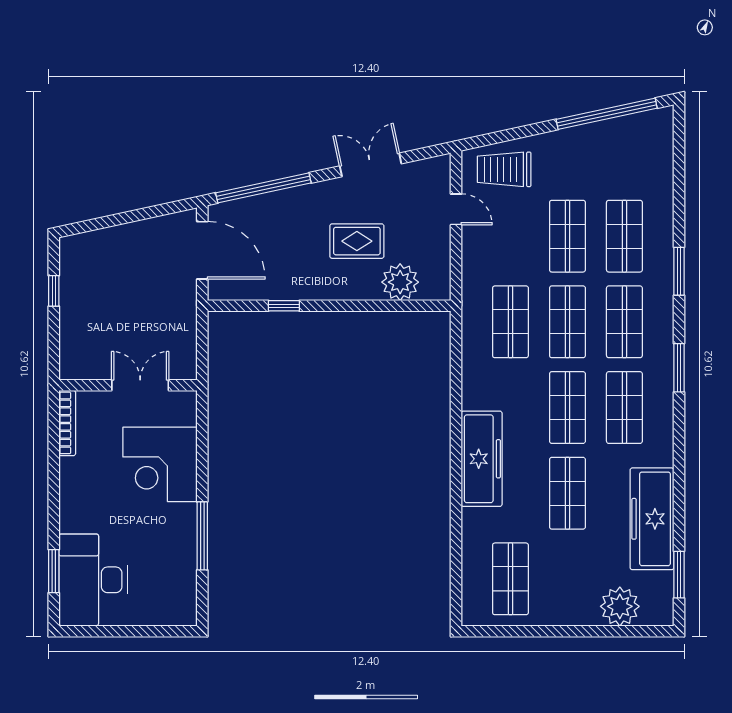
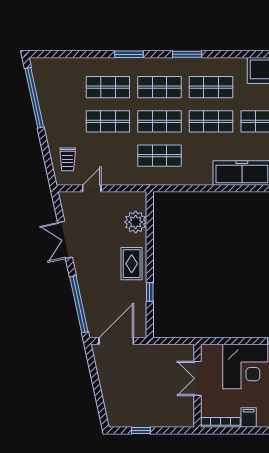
trolley: (504, 169) -> (68, 159), width x0.73, depth x0.72
rug: (357, 241) -> (132, 264), moved
filing cabinet: (75, 470) -> (249, 418), added

